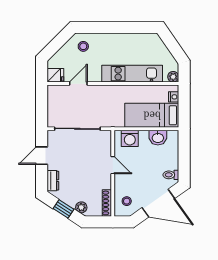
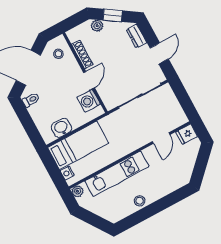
stool: (83, 46) -> (140, 201), moved
washing machine: (130, 138) -> (89, 101), moved, turned -90
door: (113, 165) -> (89, 80), swing flipped
shoe rack: (107, 203) -> (82, 55), moved

